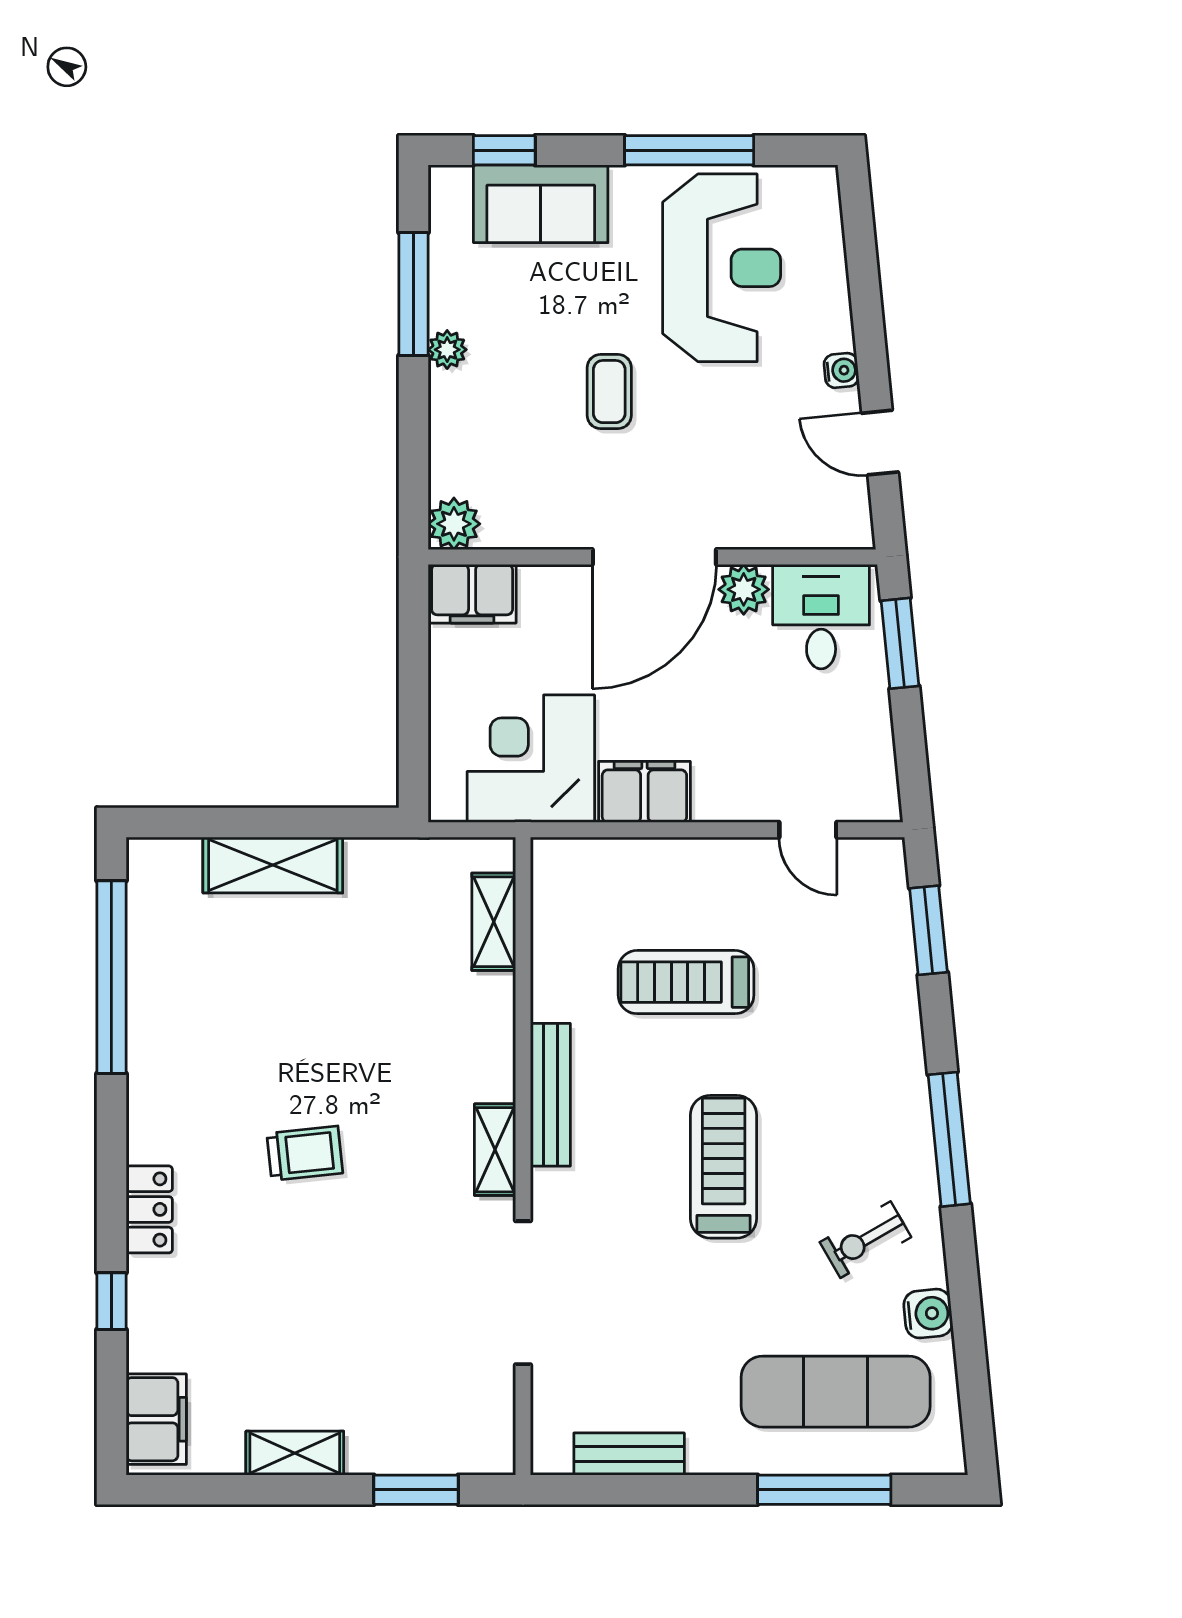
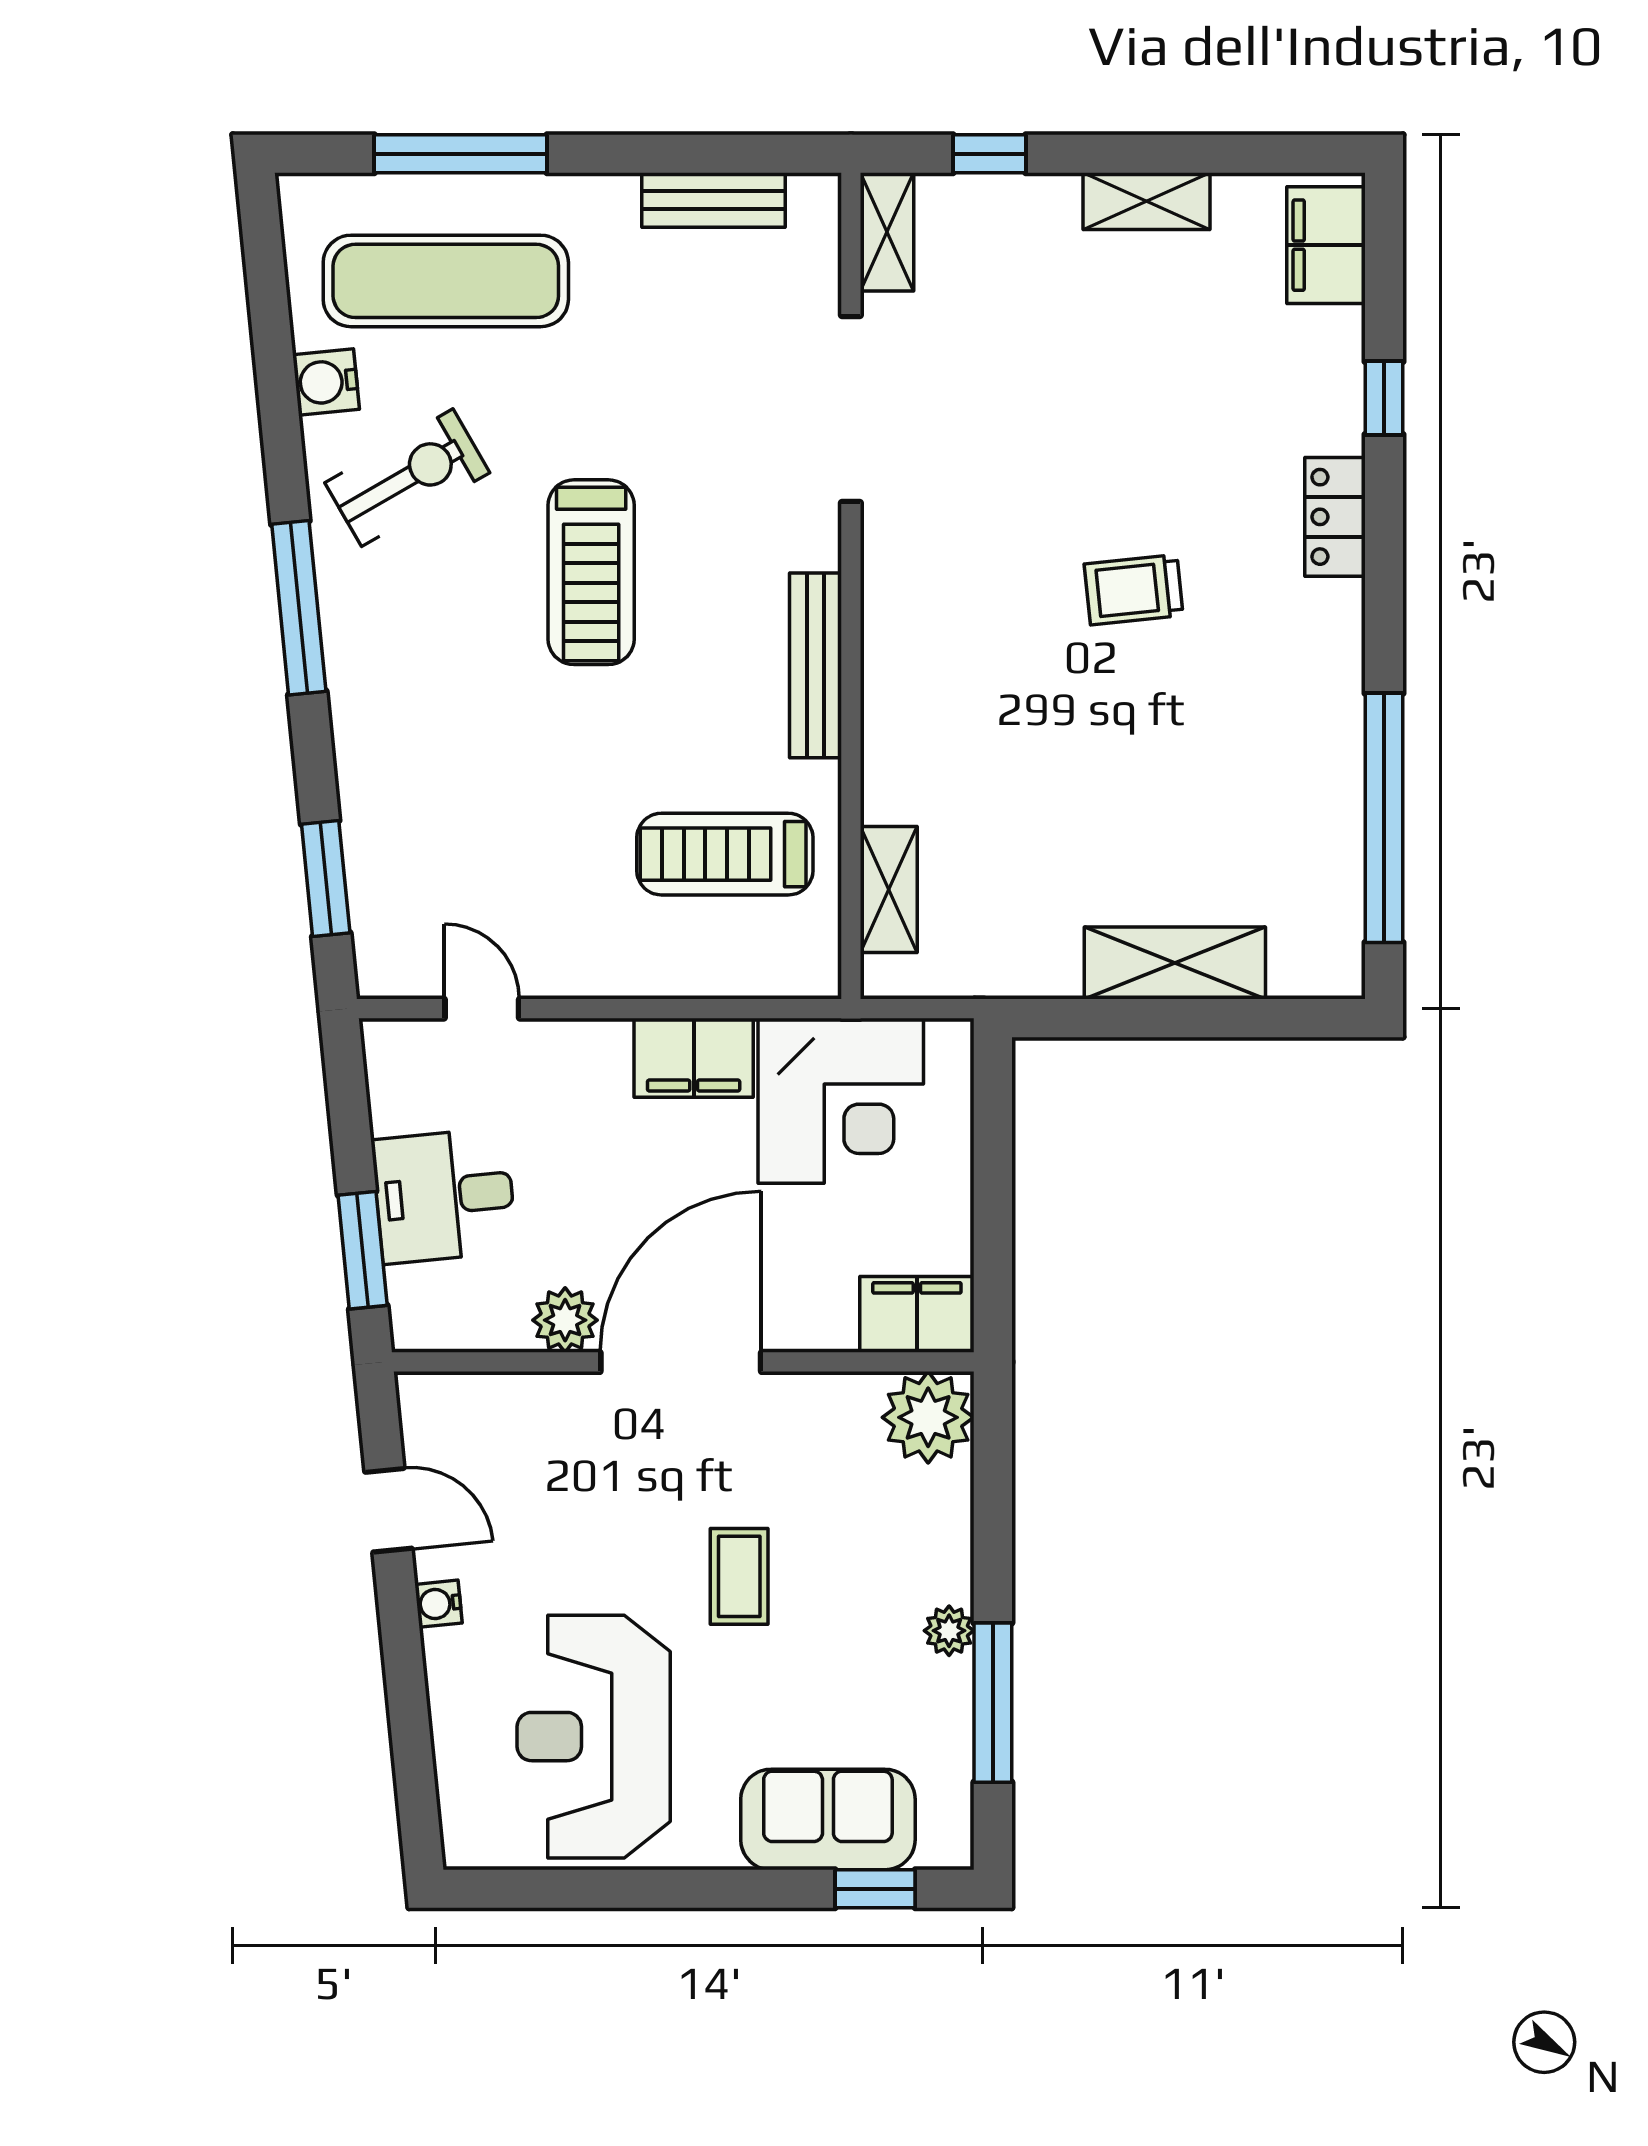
window: (689, 150) -> (636, 1889), removed
plant: (454, 524) -> (928, 1417), width x1.36, depth x1.36
desk: (821, 617) -> (444, 1196), moved, turned 84
treadmill: (686, 982) -> (725, 854), moved, turned 180
shelving: (495, 1150) -> (887, 232), moved
exercise bike: (865, 1240) -> (407, 478), width x1.38, depth x1.39
window: (416, 1490) -> (989, 154), width x0.67

